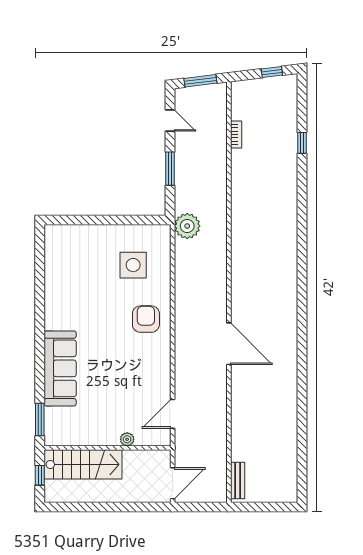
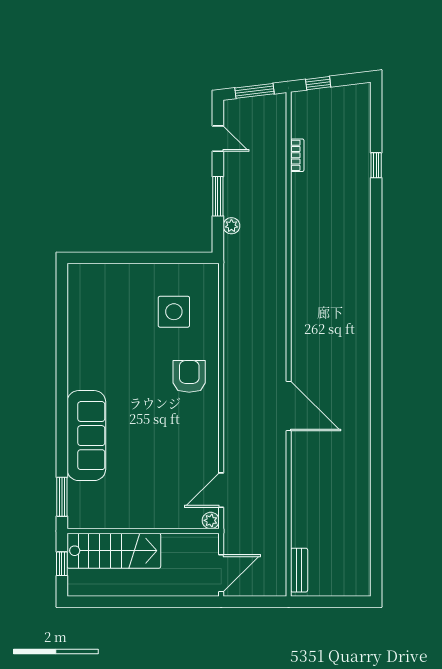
window: (272, 72) -> (318, 83), moved
plant: (187, 226) -> (231, 226), moved, width x0.53, depth x0.53
plant: (127, 439) -> (211, 520), moved

